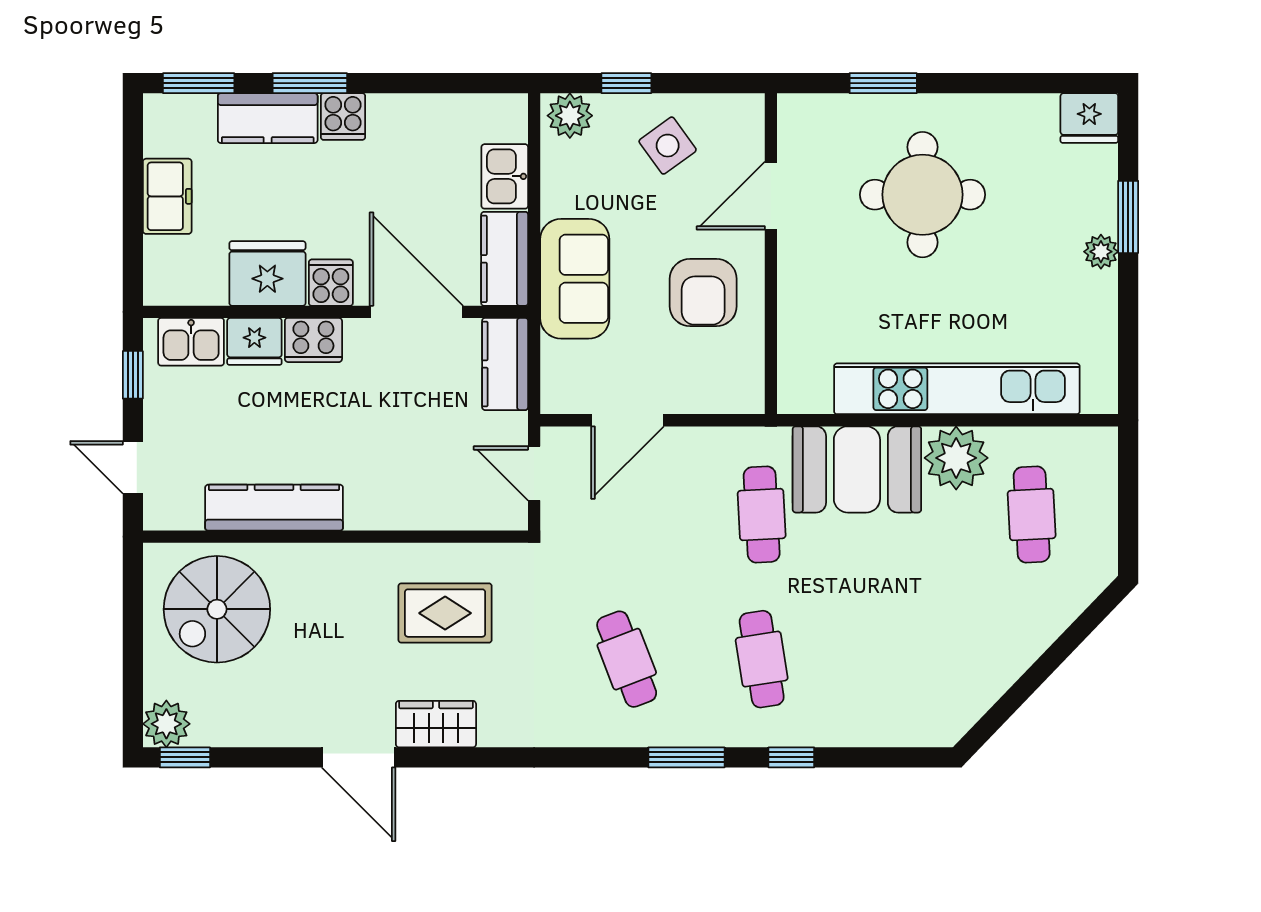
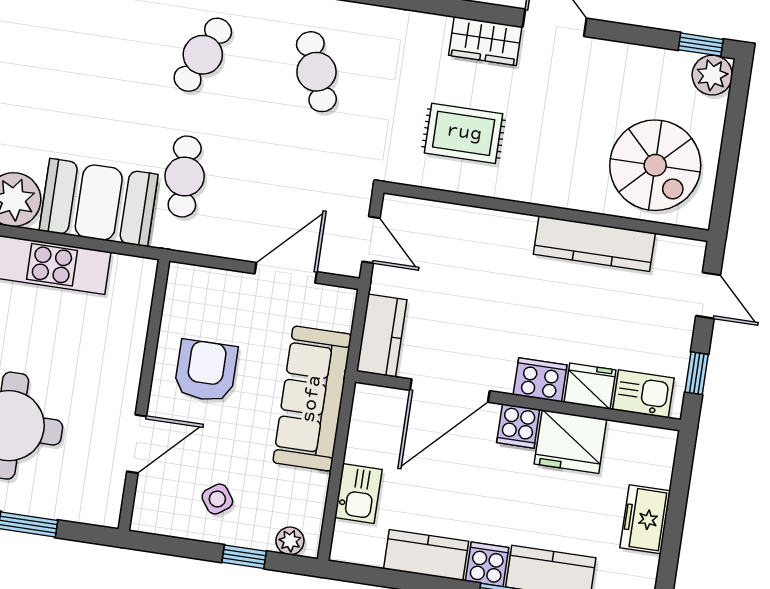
plant: (570, 116) -> (290, 541), width x0.73, depth x0.73
side table: (668, 146) -> (217, 499), width x0.73, depth x0.73
kitchen counter: (505, 259) -> (426, 555), moved, turned -90
sofa: (575, 279) -> (312, 399), width x1.36
door: (416, 312) -> (450, 391), hinge flipped
spiral stairs: (217, 609) -> (655, 165), turned 90
cafe table: (762, 659) -> (203, 55), turned 33

